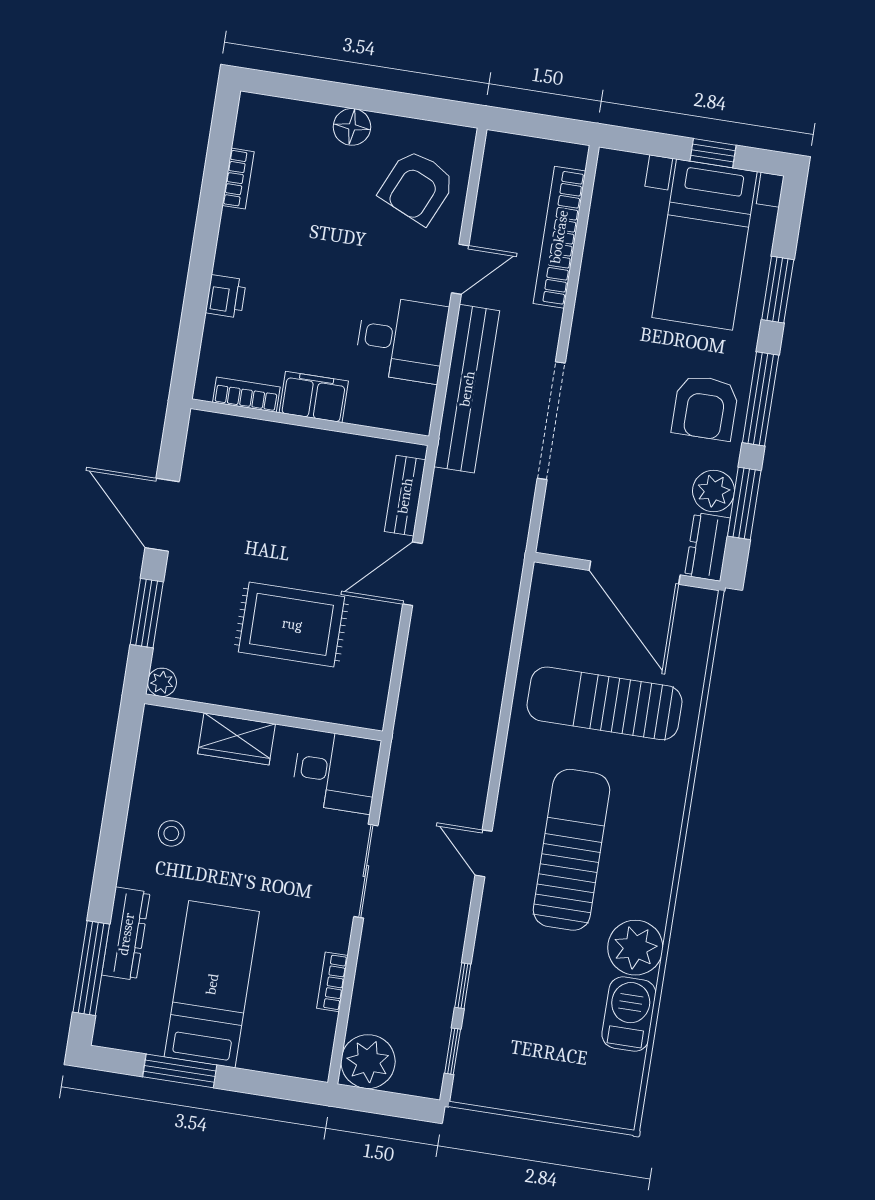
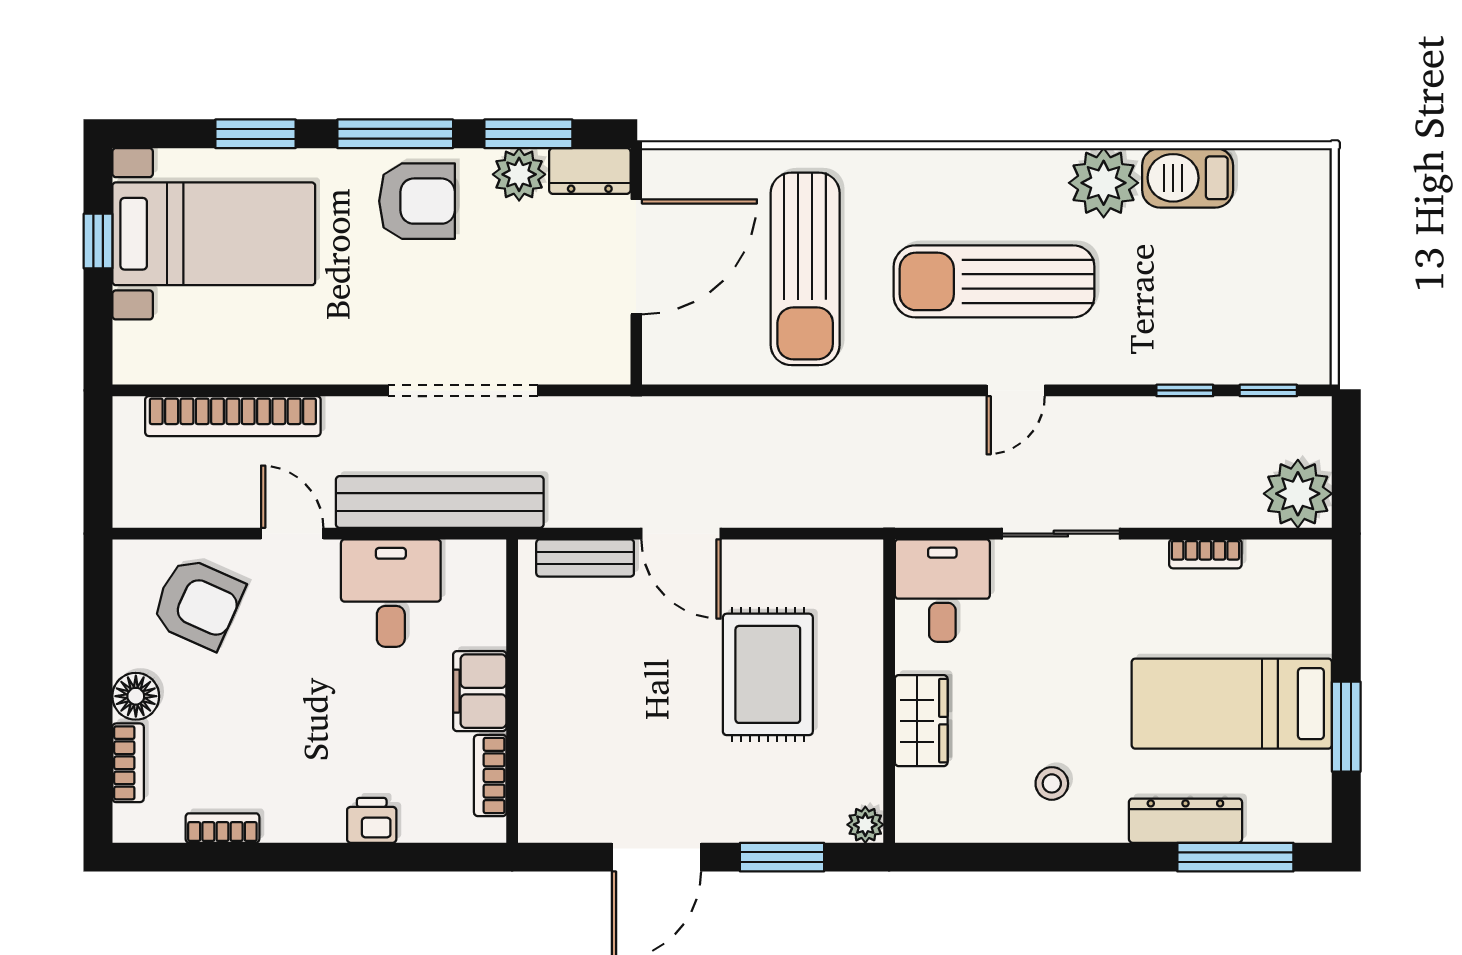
bookcase: (301, 113) -> (128, 763), added

